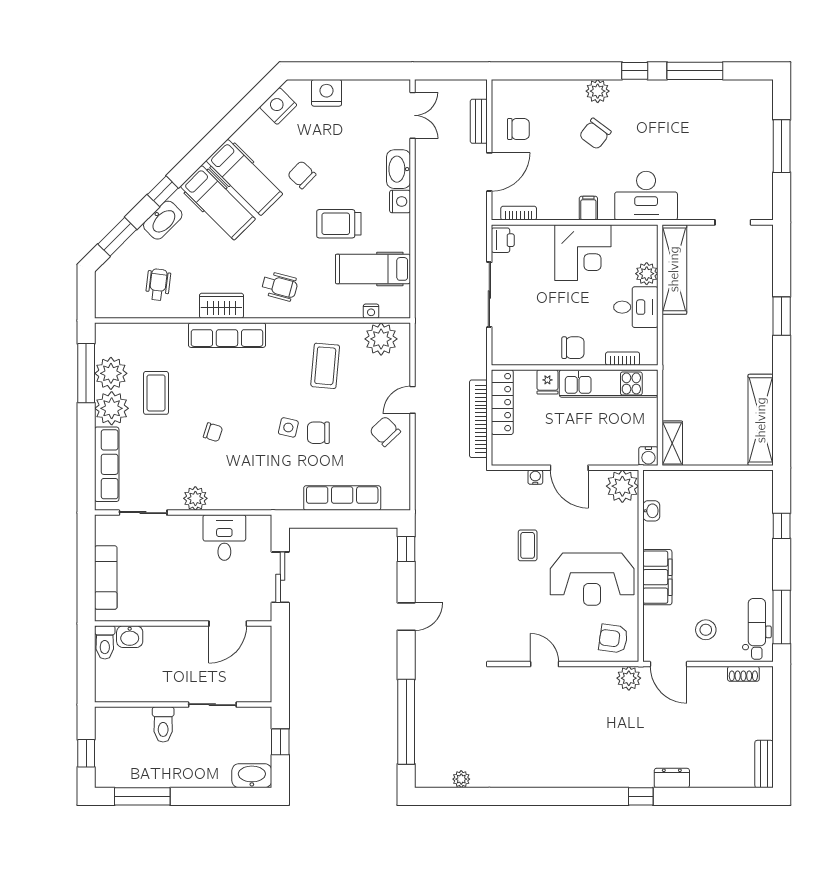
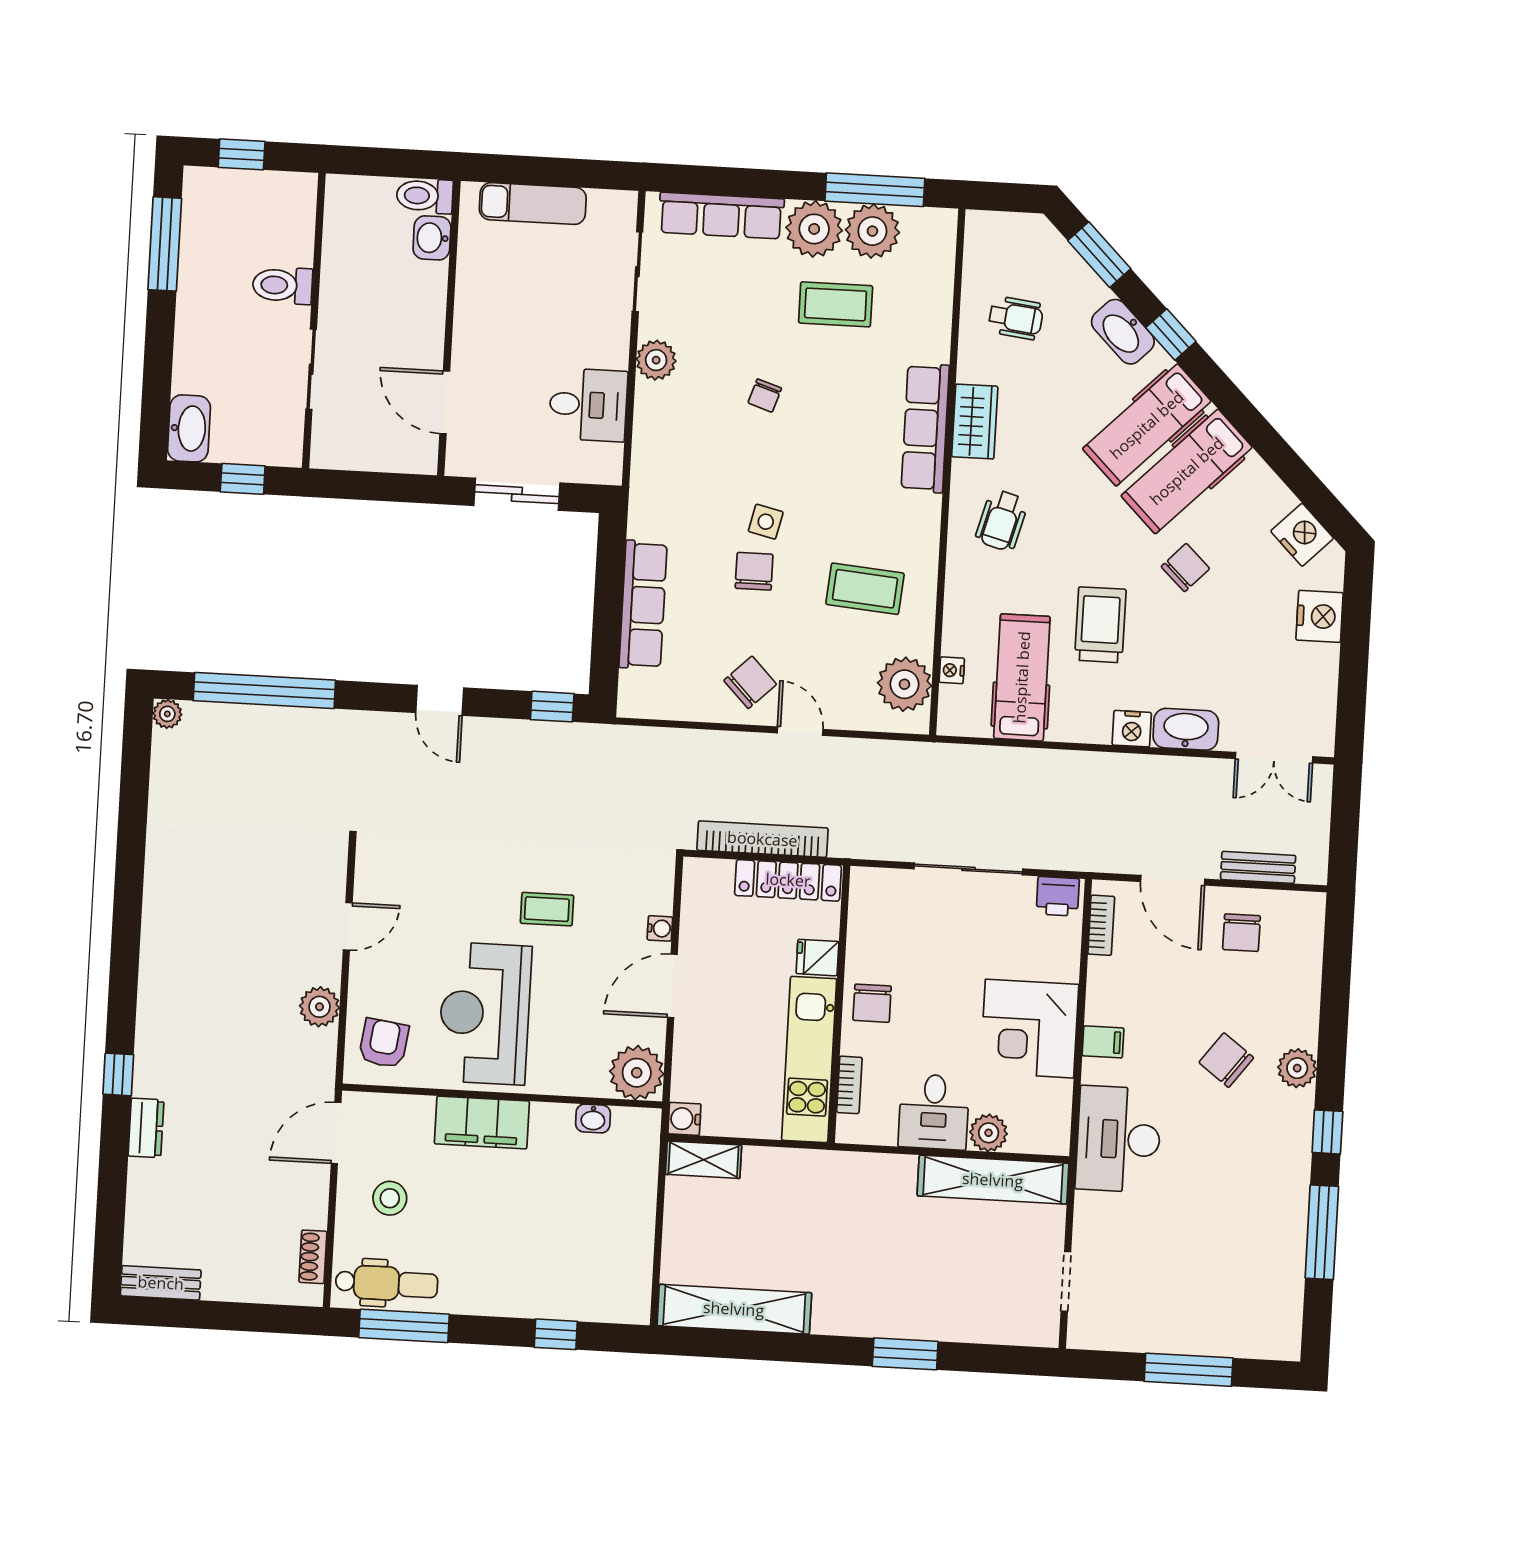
plant: (629, 678) -> (319, 1007), moved
plant: (461, 779) -> (167, 714), moved

